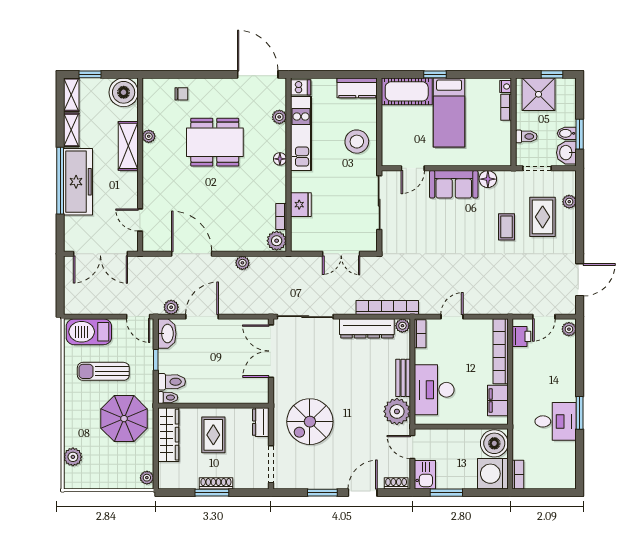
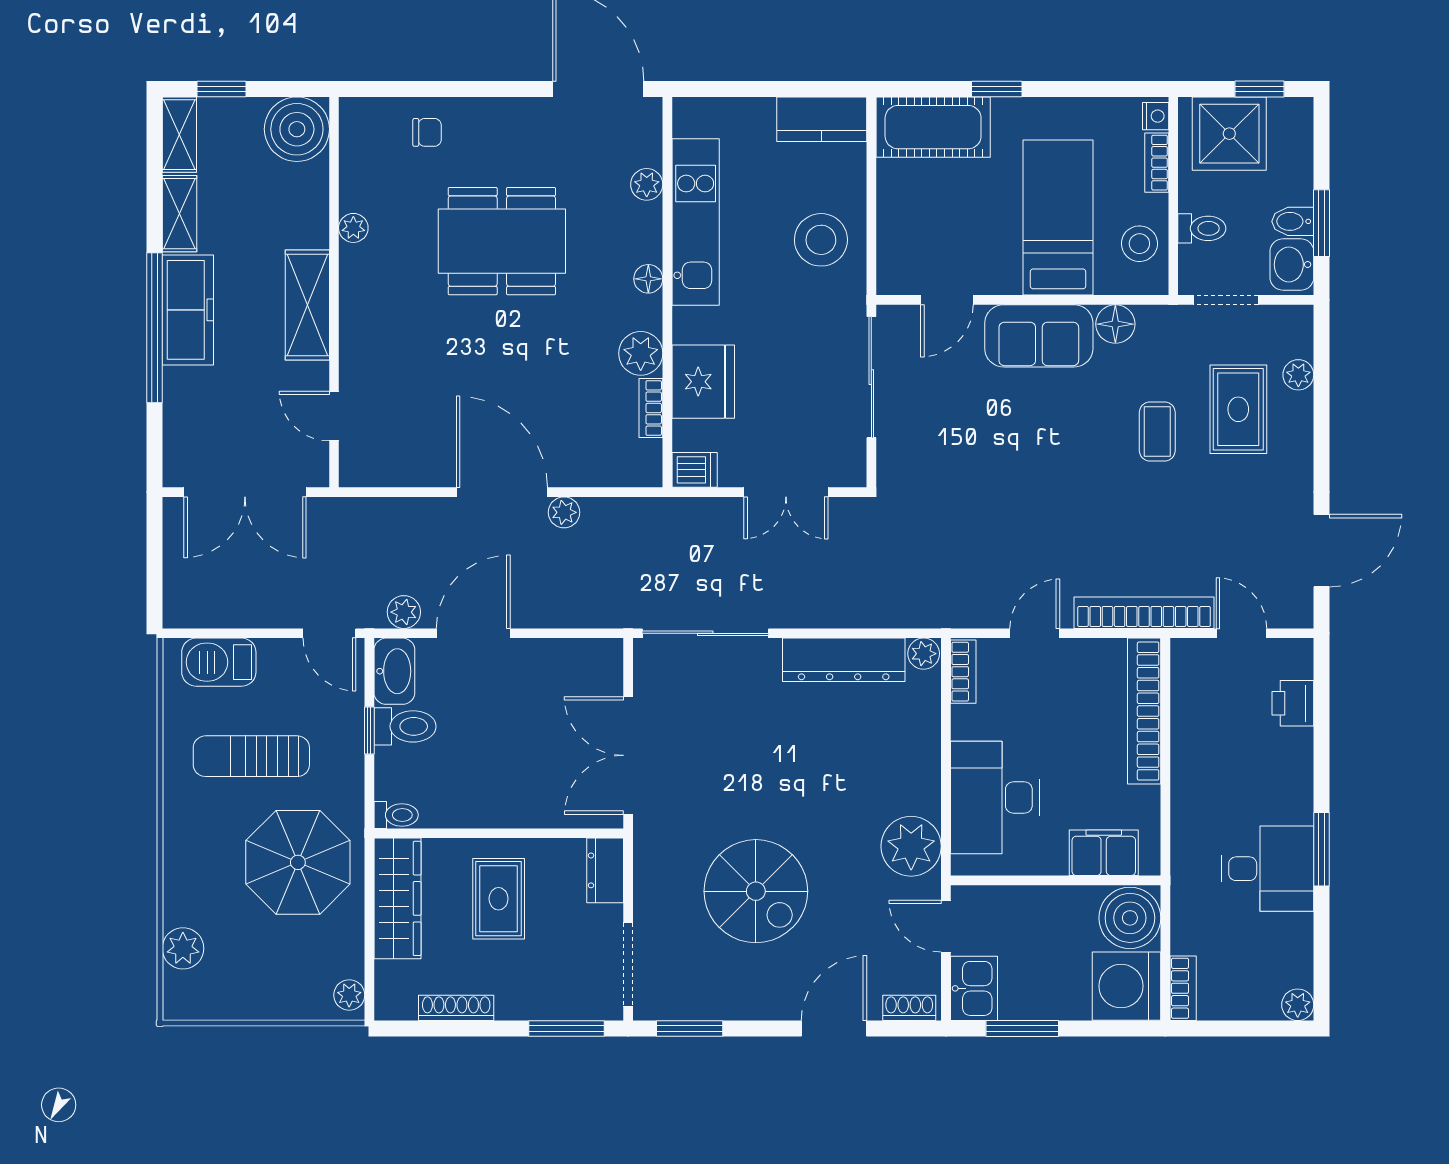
dishwasher: (301, 87) -> (695, 470), moved
bed: (449, 112) -> (1058, 217), moved, turned 180
stool: (499, 143) -> (1139, 244), added
shelving: (128, 146) -> (307, 305), moved
freezer: (78, 182) -> (188, 310), width x0.73, depth x0.79
fridge: (301, 205) -> (703, 382), width x1.36, depth x1.34
plant: (277, 241) -> (641, 353), moved
door: (192, 254) -> (502, 492), moved
bookcase: (387, 307) -> (1144, 613), moved
door: (544, 317) -> (1241, 633), swing flipped
plant: (569, 329) -> (1298, 1005), moved
barbecue: (89, 332) -> (219, 662), width x0.73, depth x0.83
printer: (521, 336) -> (1293, 703), moved, turned 180
double door: (271, 351) -> (628, 755), moved
bench: (403, 378) -> (925, 771), removed
toilet: (172, 382) -> (405, 726), moved
filing cabinet: (498, 401) -> (1104, 853), moved, turned 90
spiral stairs: (310, 422) -> (756, 891), moved, turned -90
shoe rack: (216, 483) -> (456, 1008), moved
window: (212, 493) -> (566, 1029), moved
window: (322, 493) -> (690, 1029), moved

